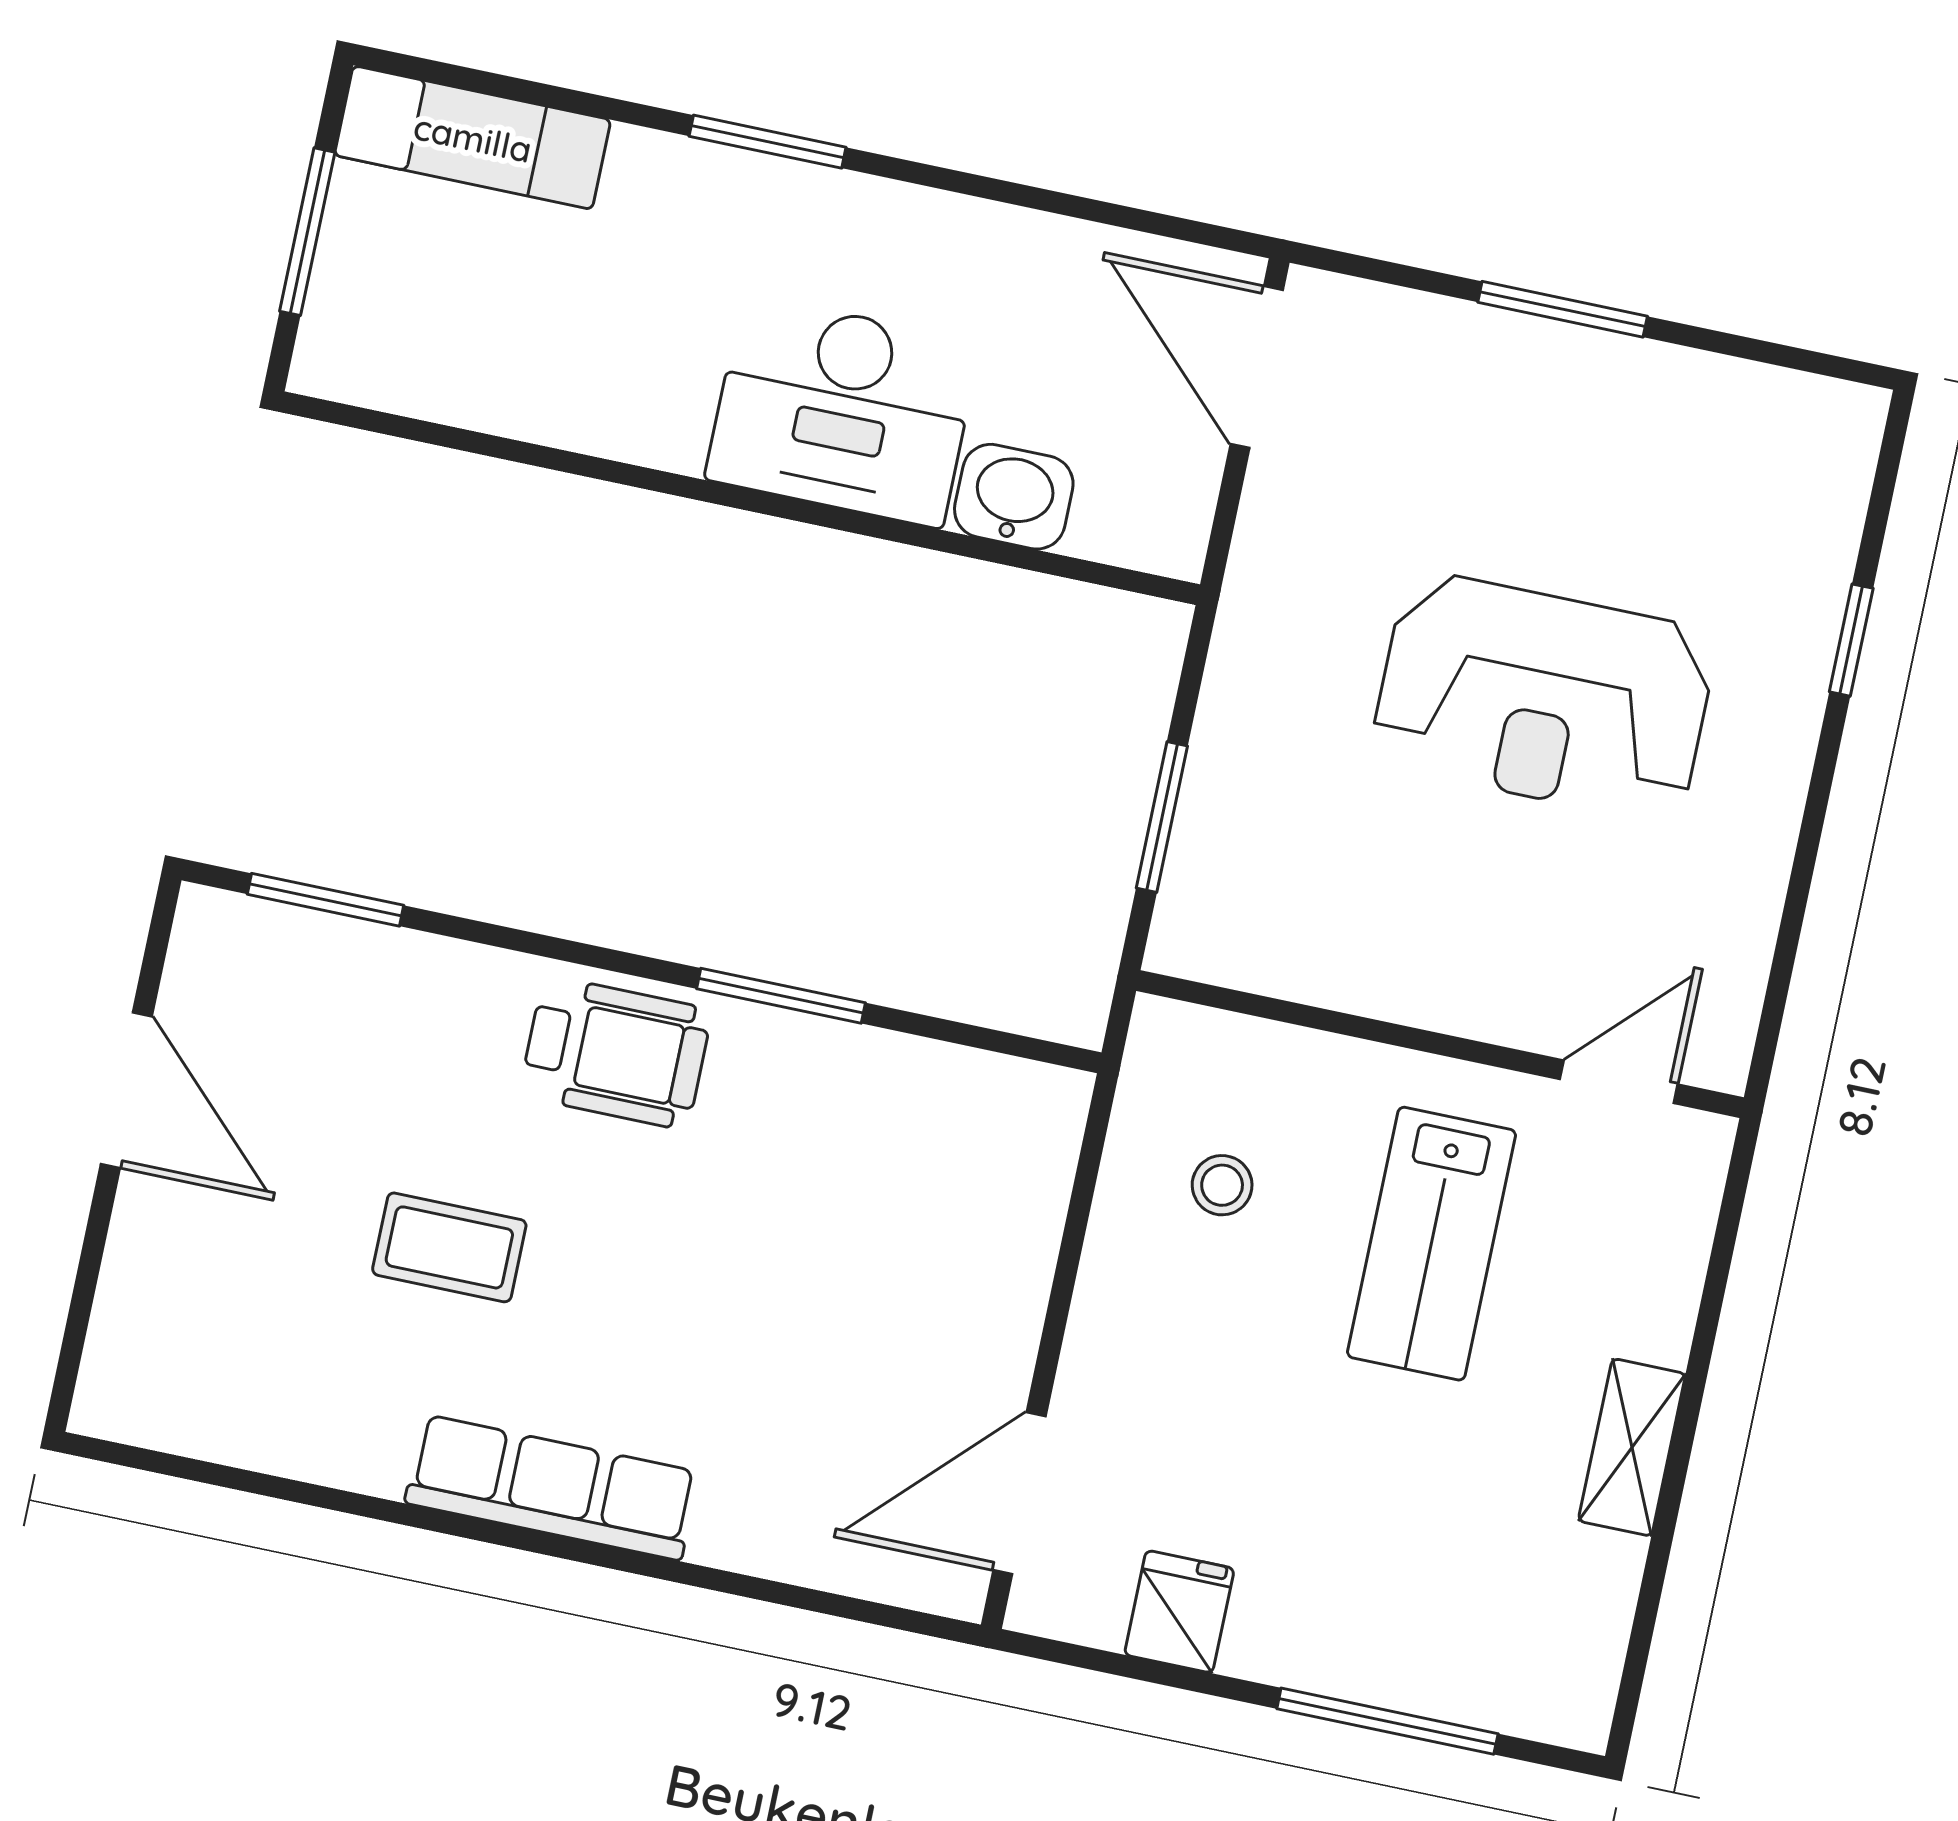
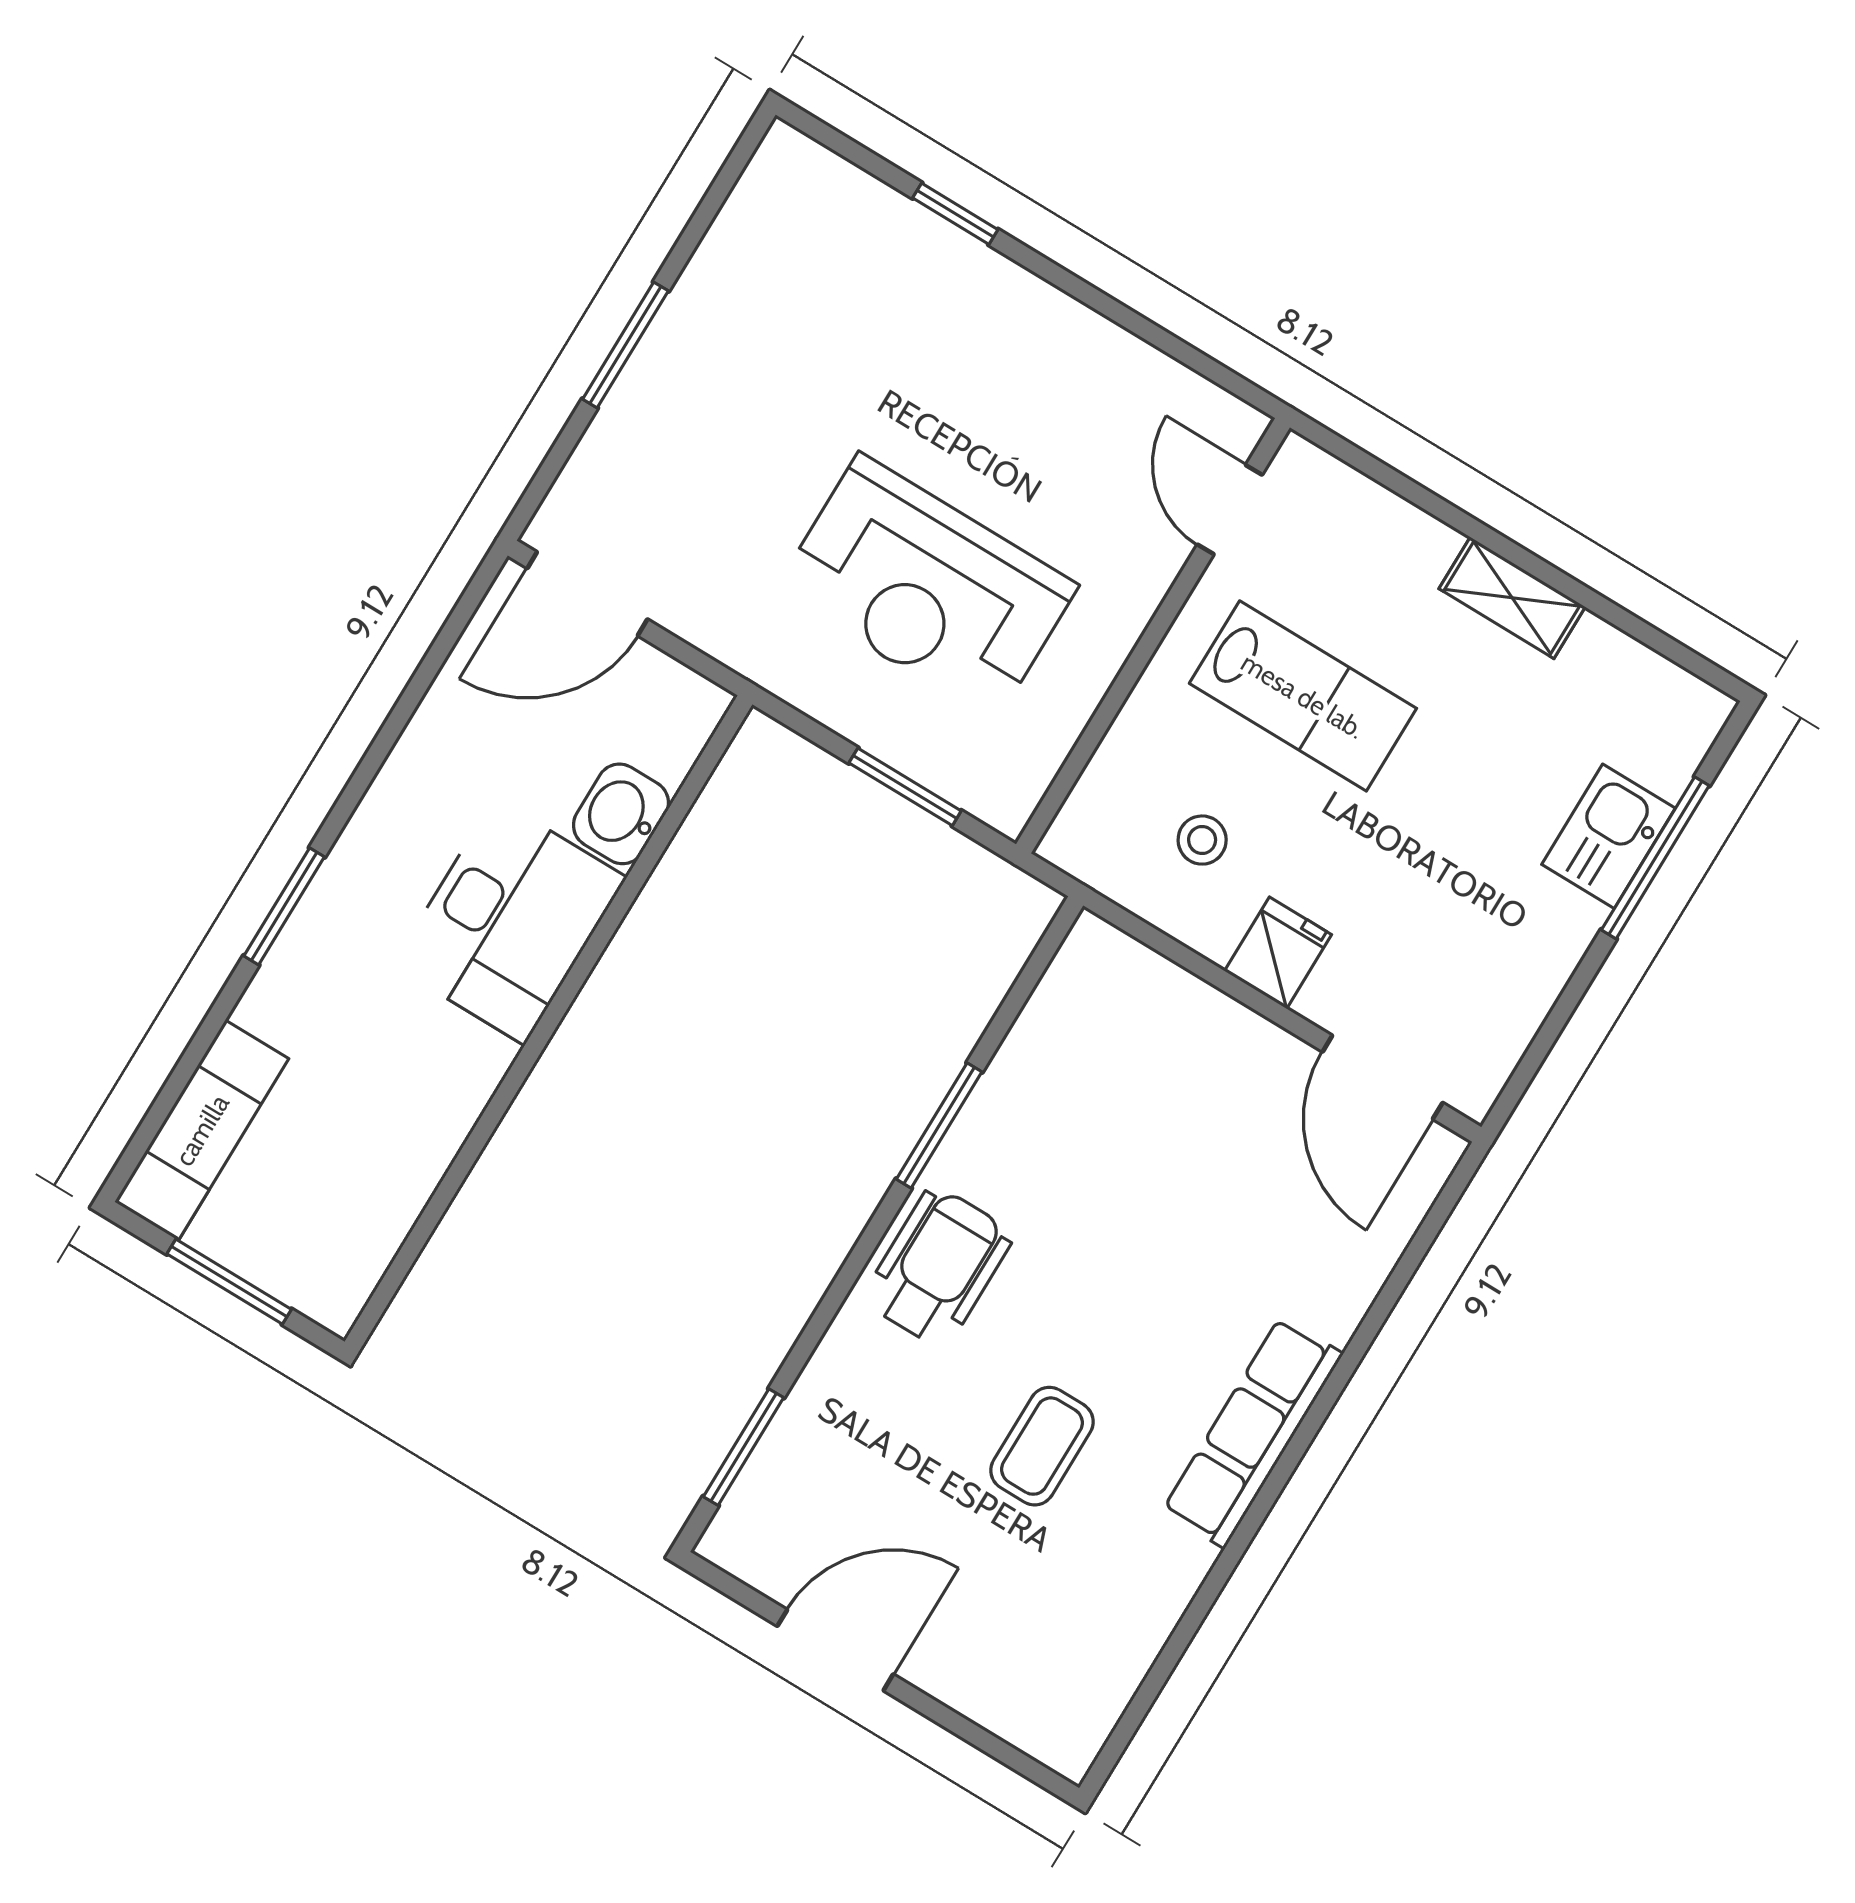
reception desk: (1544, 697) -> (927, 588), moved, turned 90
fridge: (1179, 1612) -> (1278, 953), moved, turned 90
kitchen sink: (1393, 1658) -> (1608, 836), added

